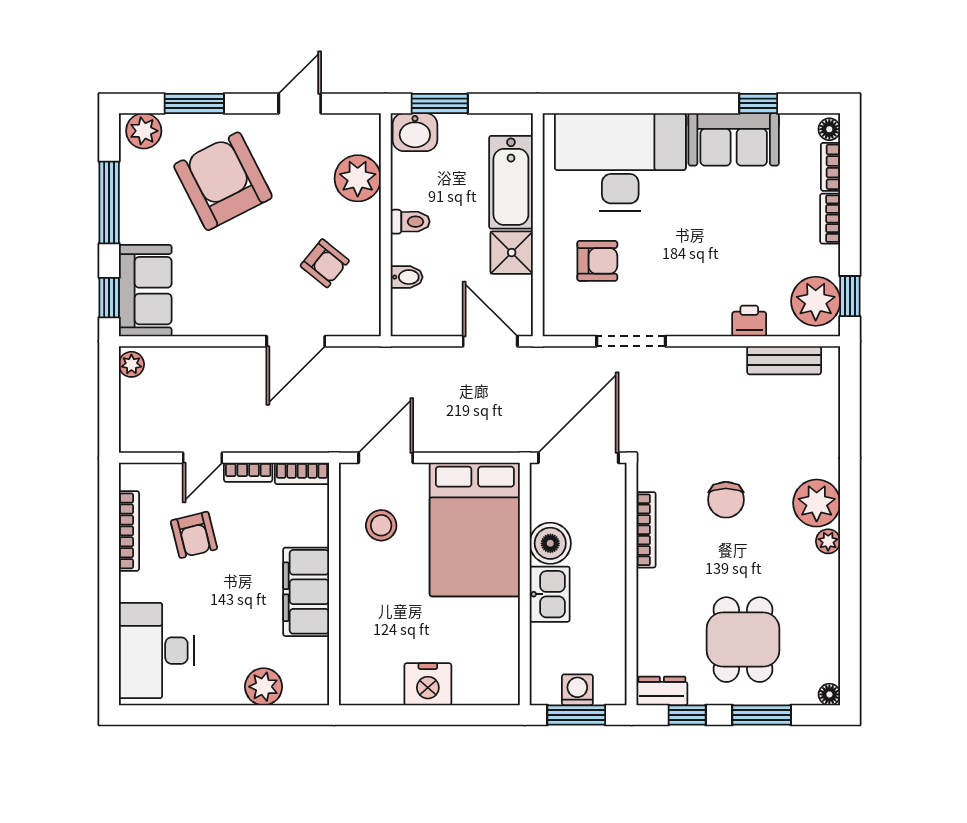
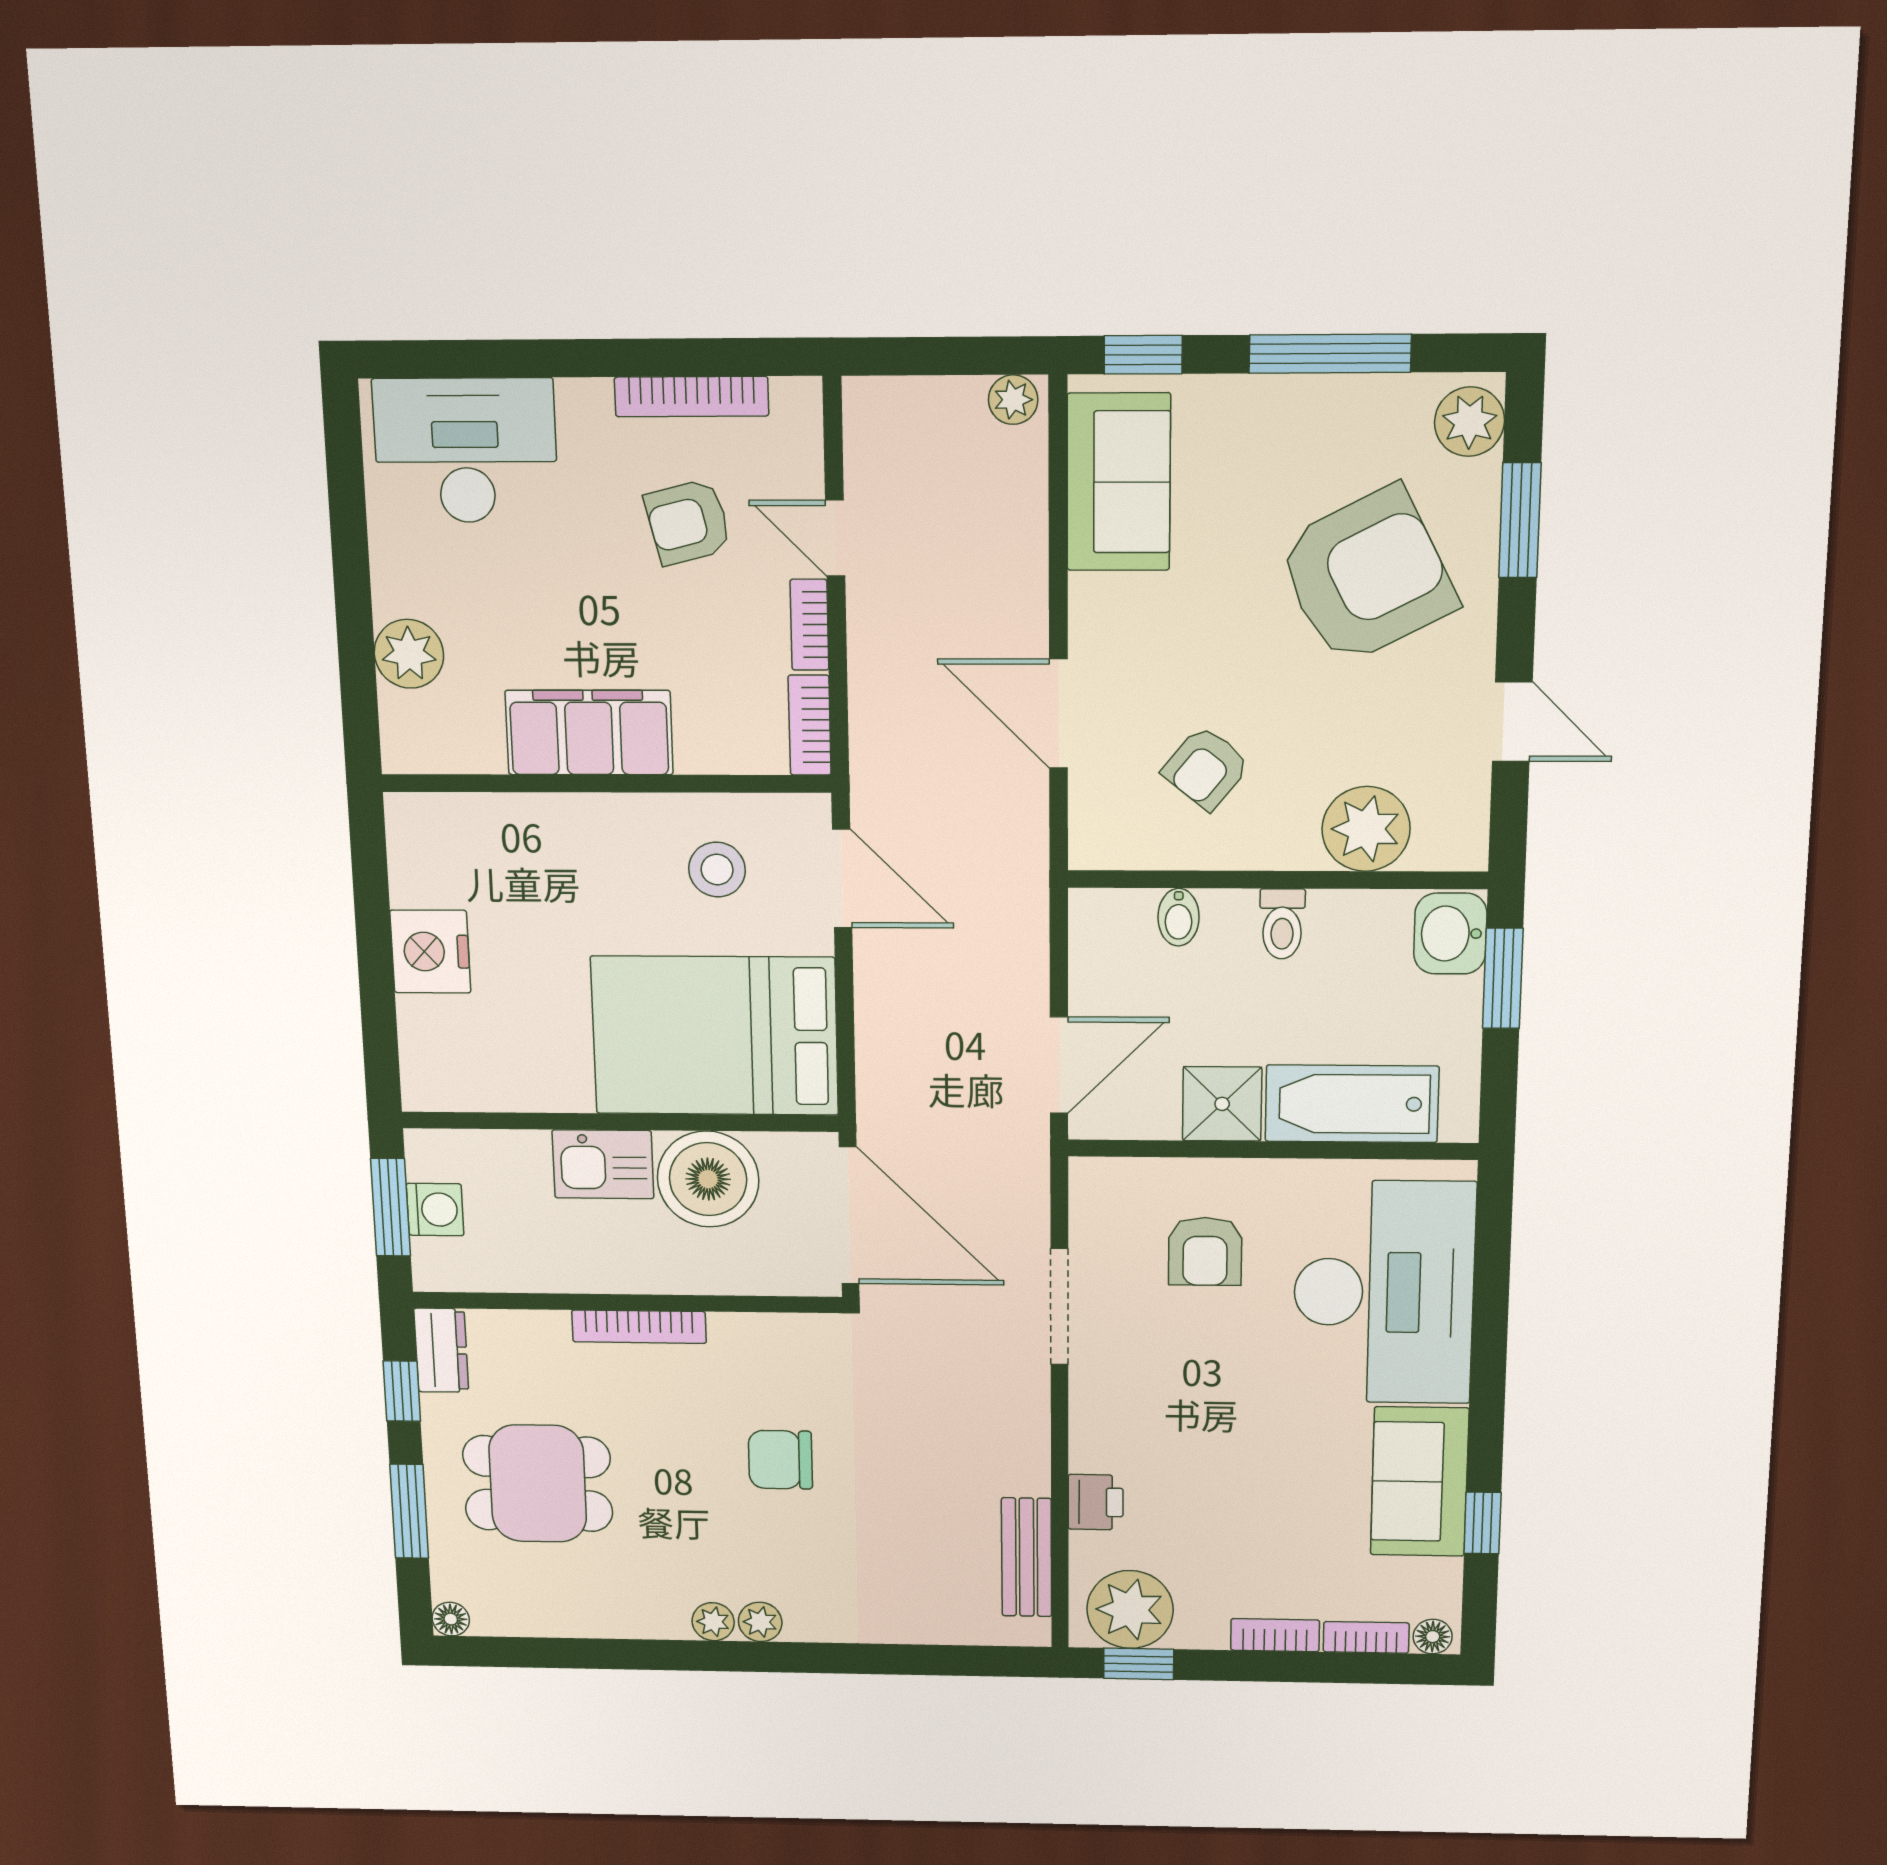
sofa: (145, 291) -> (1119, 482), moved, turned -90
plant: (817, 503) -> (760, 1622), width x0.53, depth x0.53
bookcase: (646, 530) -> (639, 1327), moved
boiler: (550, 543) -> (708, 1179), width x1.37, depth x1.37

